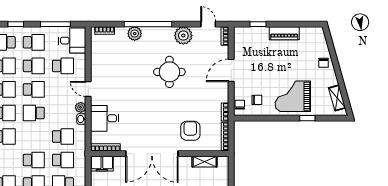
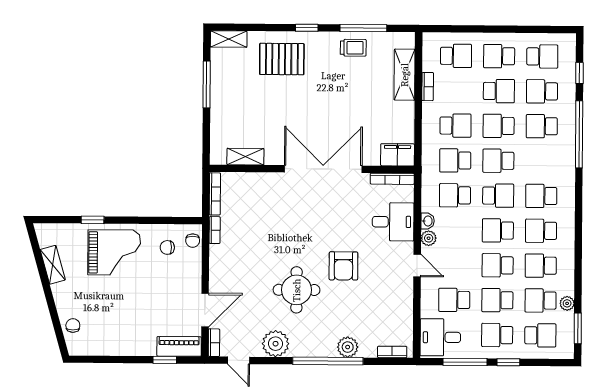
window: (16, 24) -> (508, 362), moved
piano: (284, 33) -> (179, 346), moved
chair: (324, 63) -> (73, 325), moved
door: (231, 70) -> (205, 310), moved
shelving: (337, 98) -> (53, 265), moved
school desk: (34, 113) -> (498, 230), turned 180
armchair: (190, 131) -> (343, 266), moved
school desk: (34, 136) -> (498, 196), added

